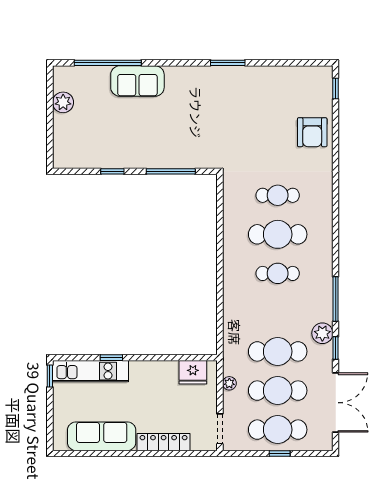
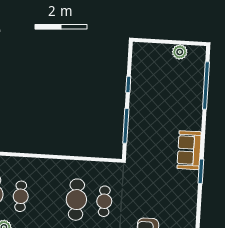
sofa: (137, 81) -> (189, 150), moved
cafe table: (278, 273) -> (21, 196), moved

